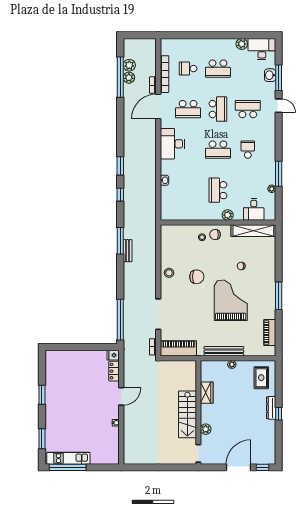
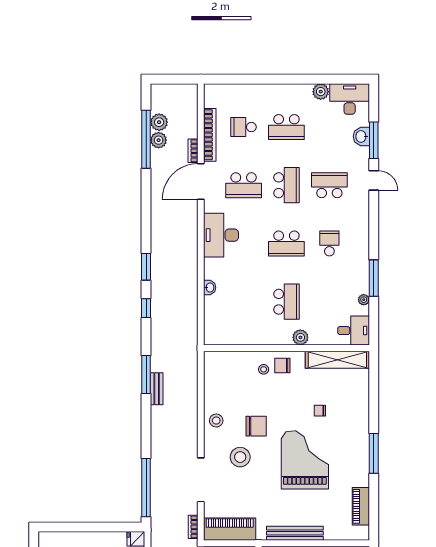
school desk: (218, 190) -> (286, 302), turned 180
desk: (254, 209) -> (354, 331), moved, turned -90
stool: (186, 298) -> (240, 457), added

